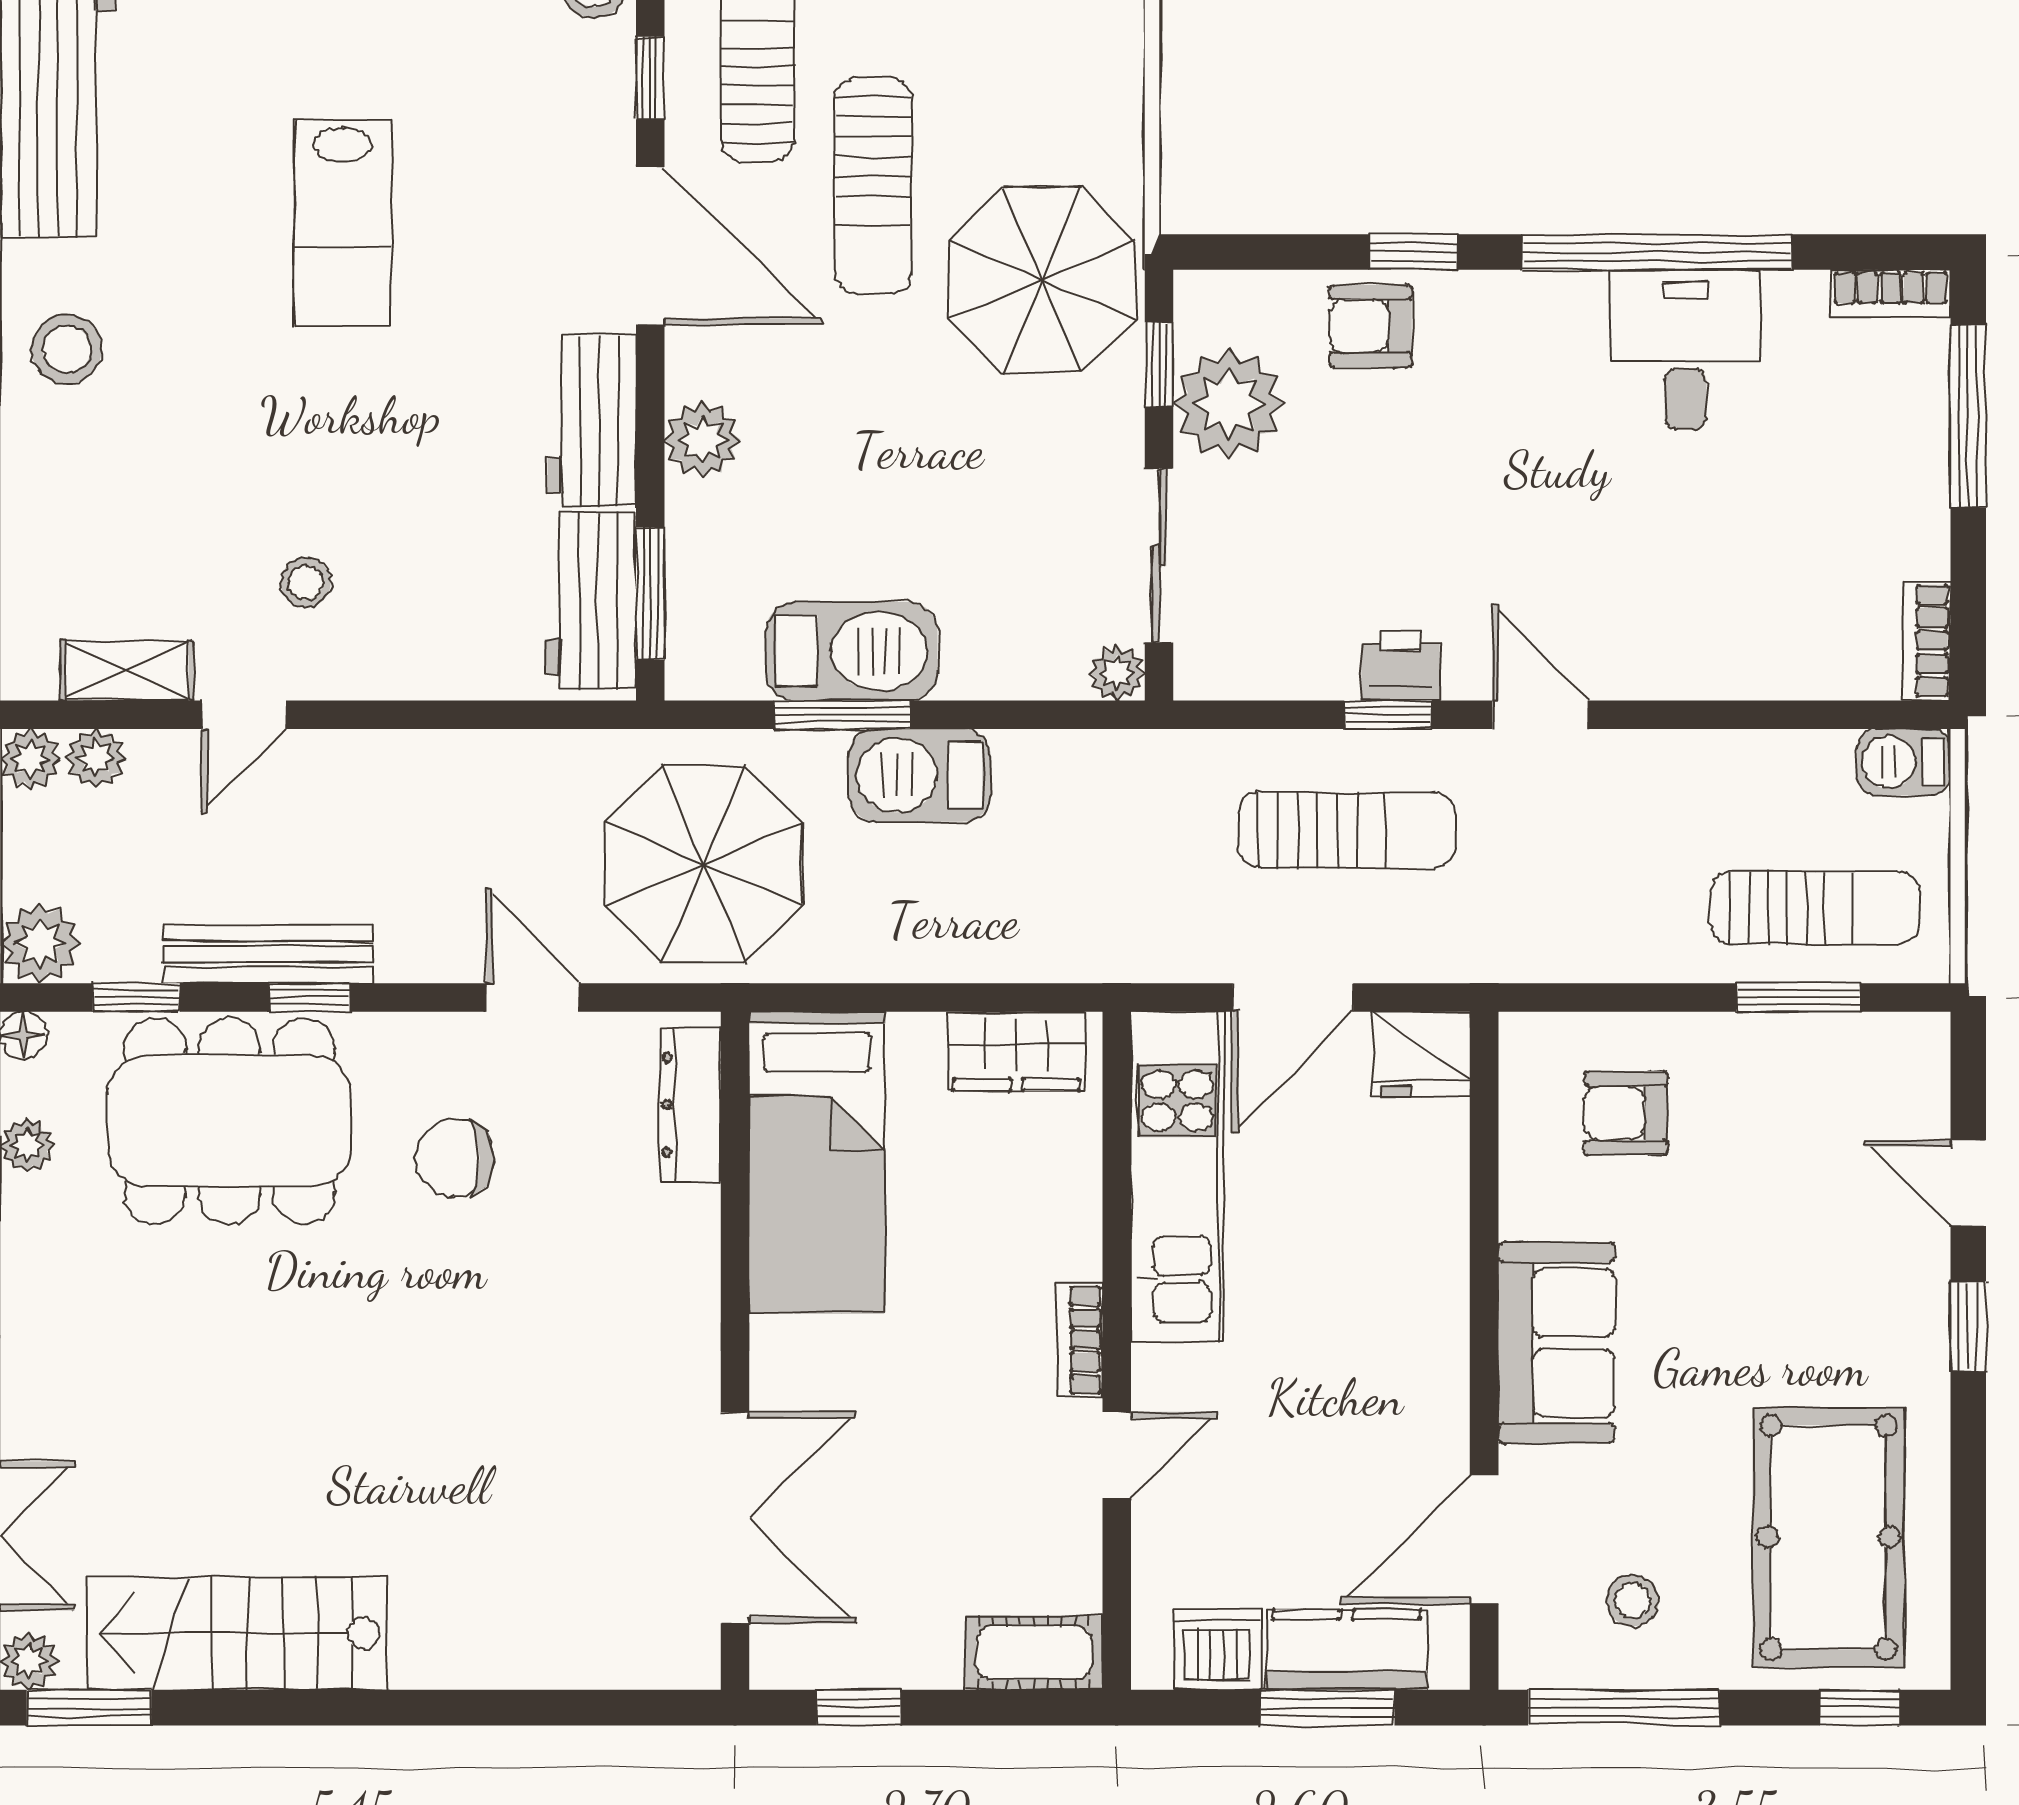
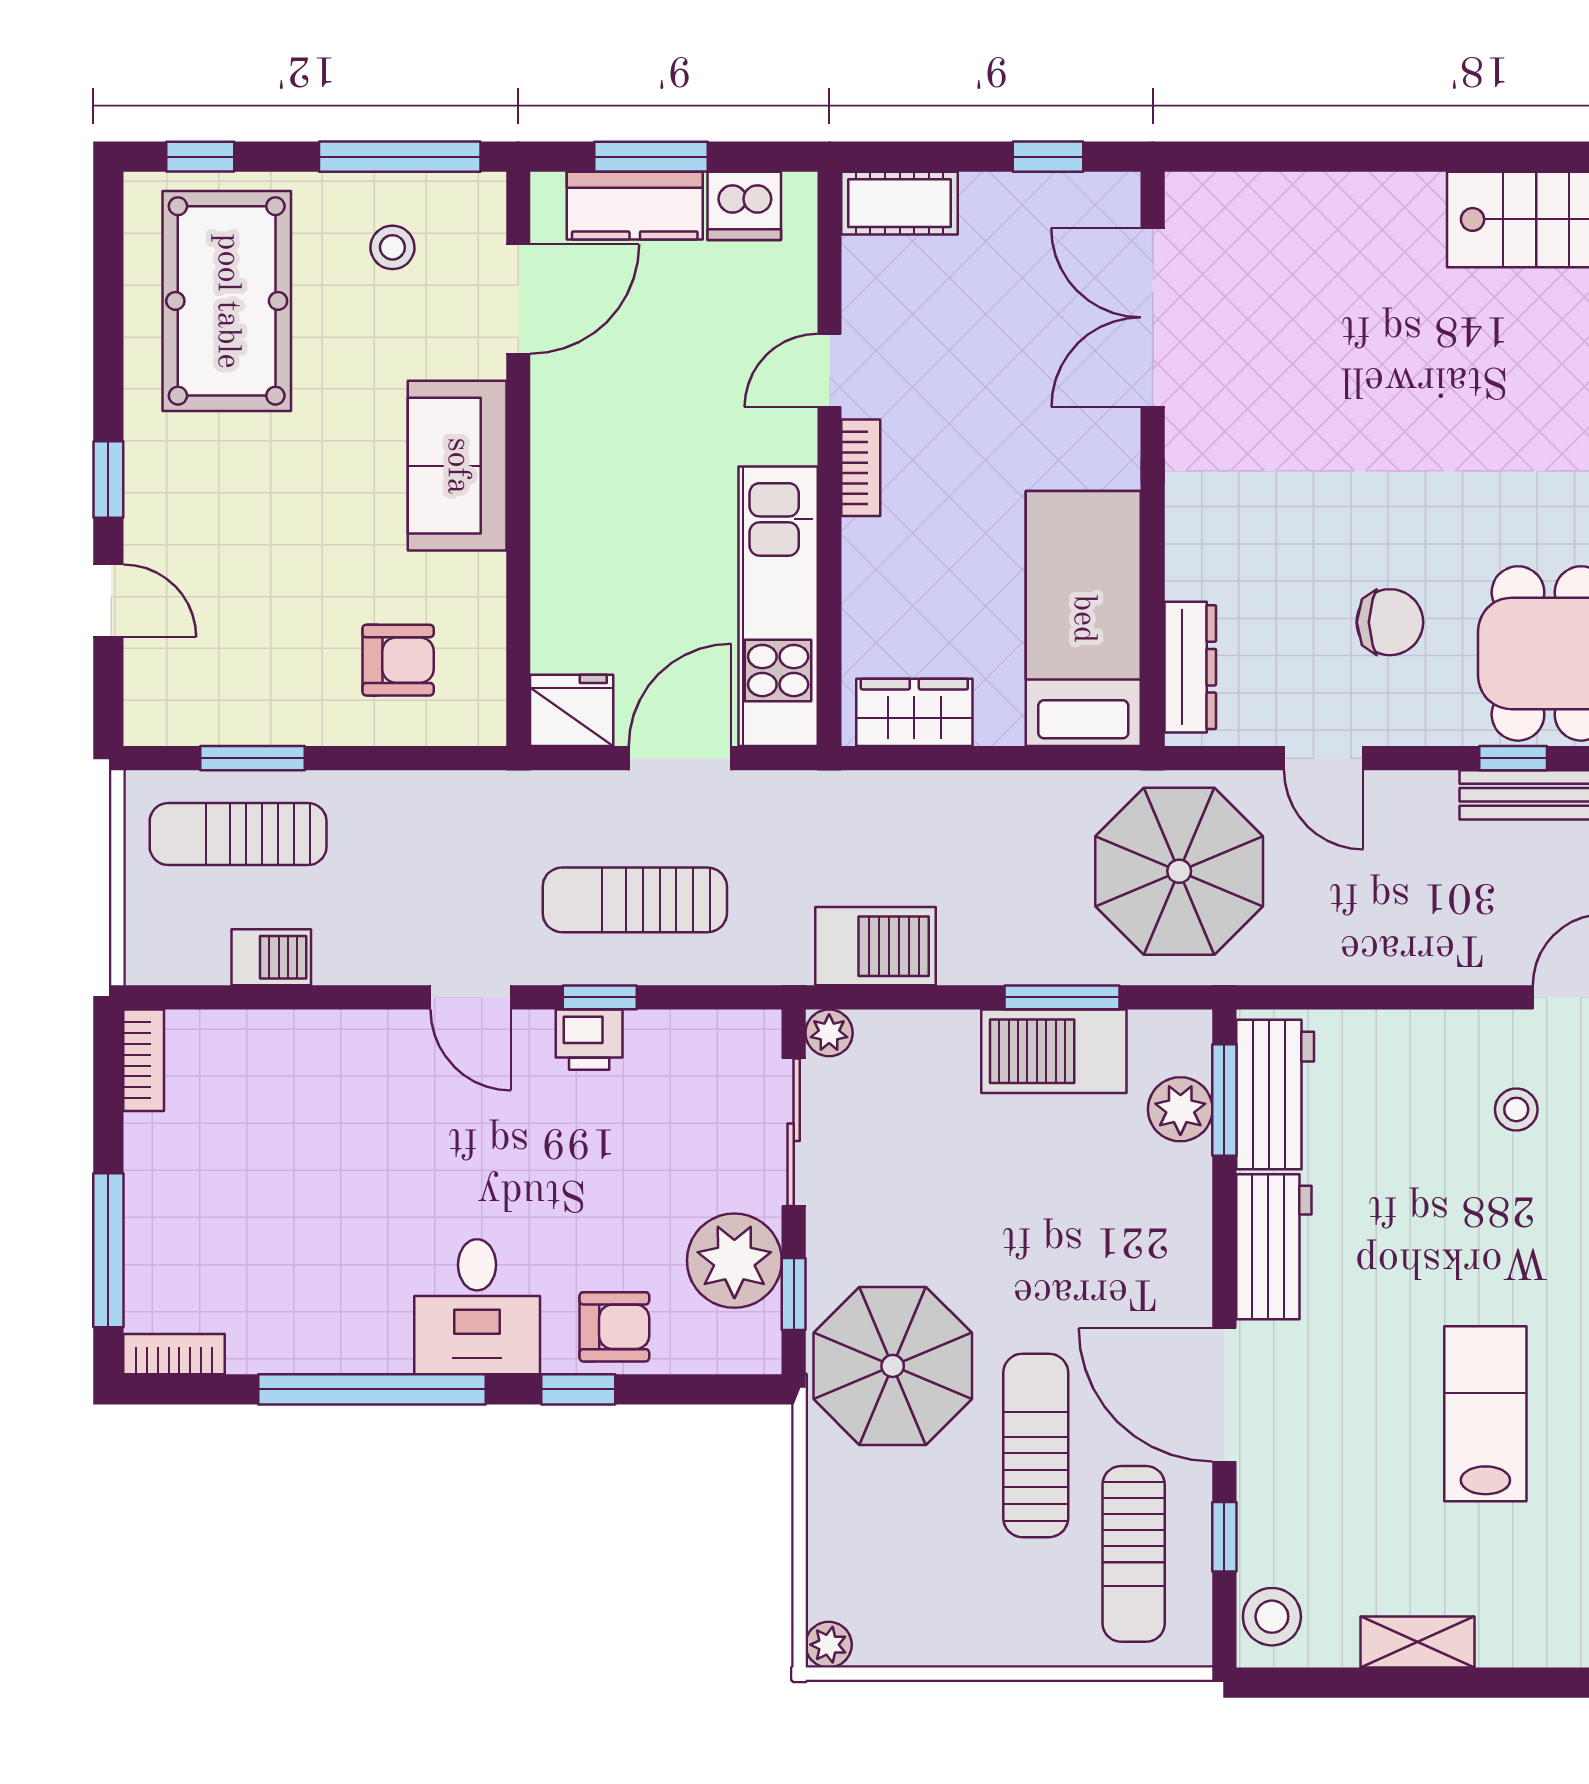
desk: (1686, 349) -> (477, 1307), moved
plant: (702, 440) -> (1180, 1109), moved
barbecue: (1904, 762) -> (271, 957), moved
barbecue: (920, 775) -> (876, 946), moved

